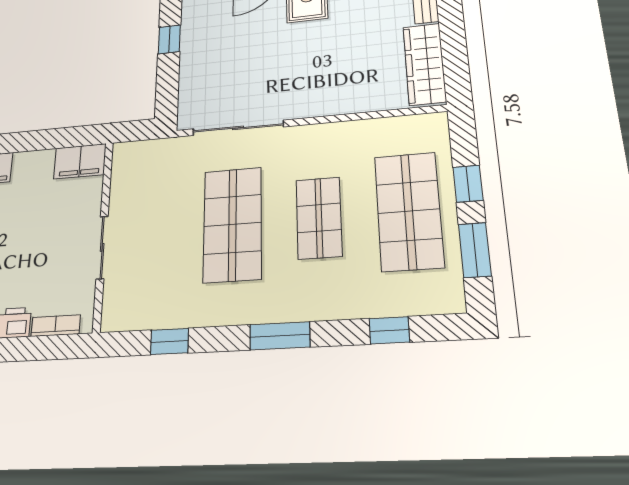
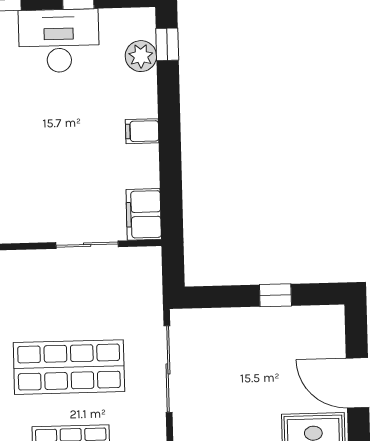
sliding door: (102, 247) -> (87, 245), moved

